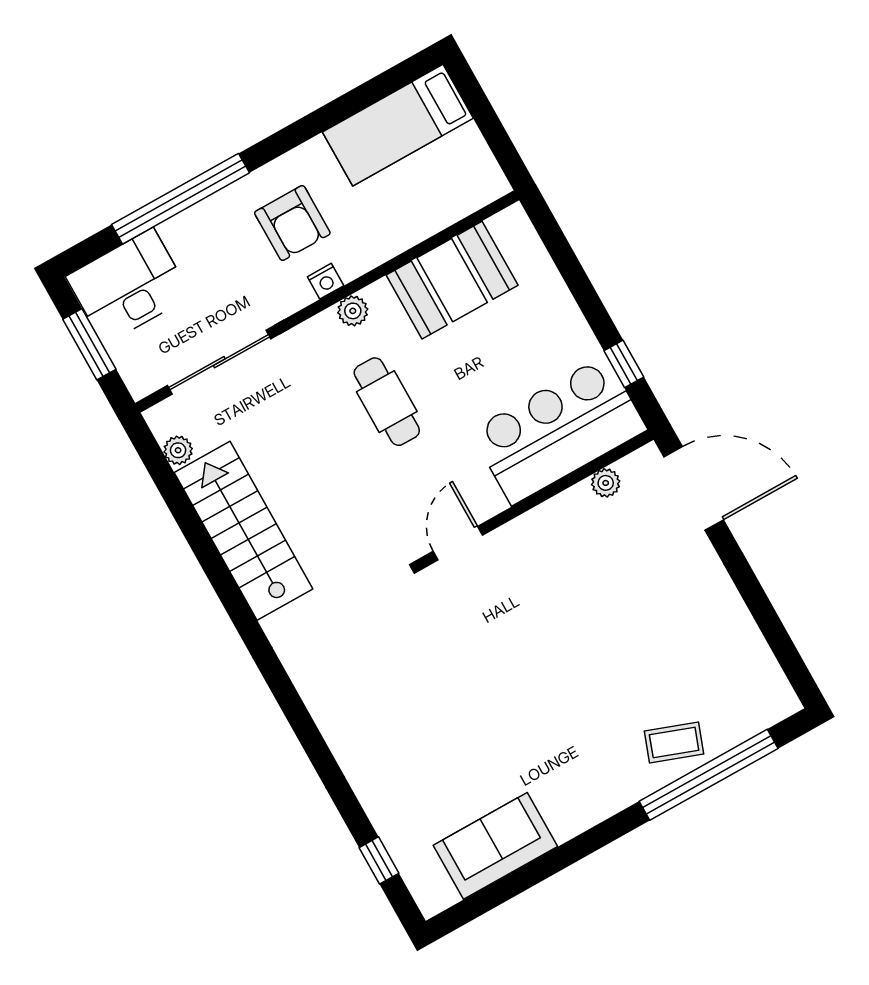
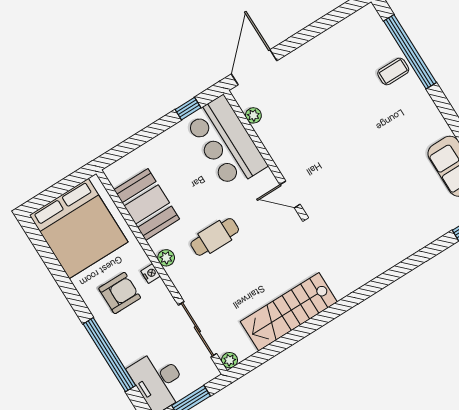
bed: (398, 125) -> (79, 229), width x2.04
plant: (178, 450) -> (230, 360), moved
coffee table: (674, 742) -> (393, 71), turned 70

